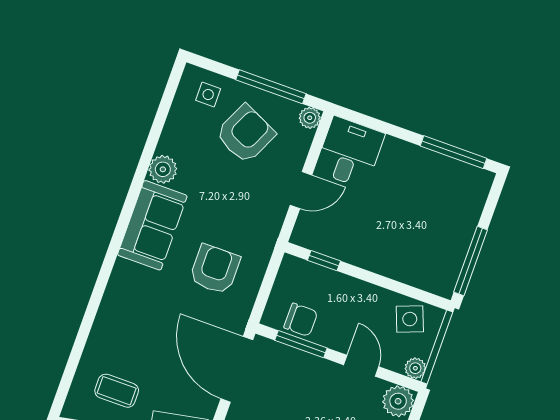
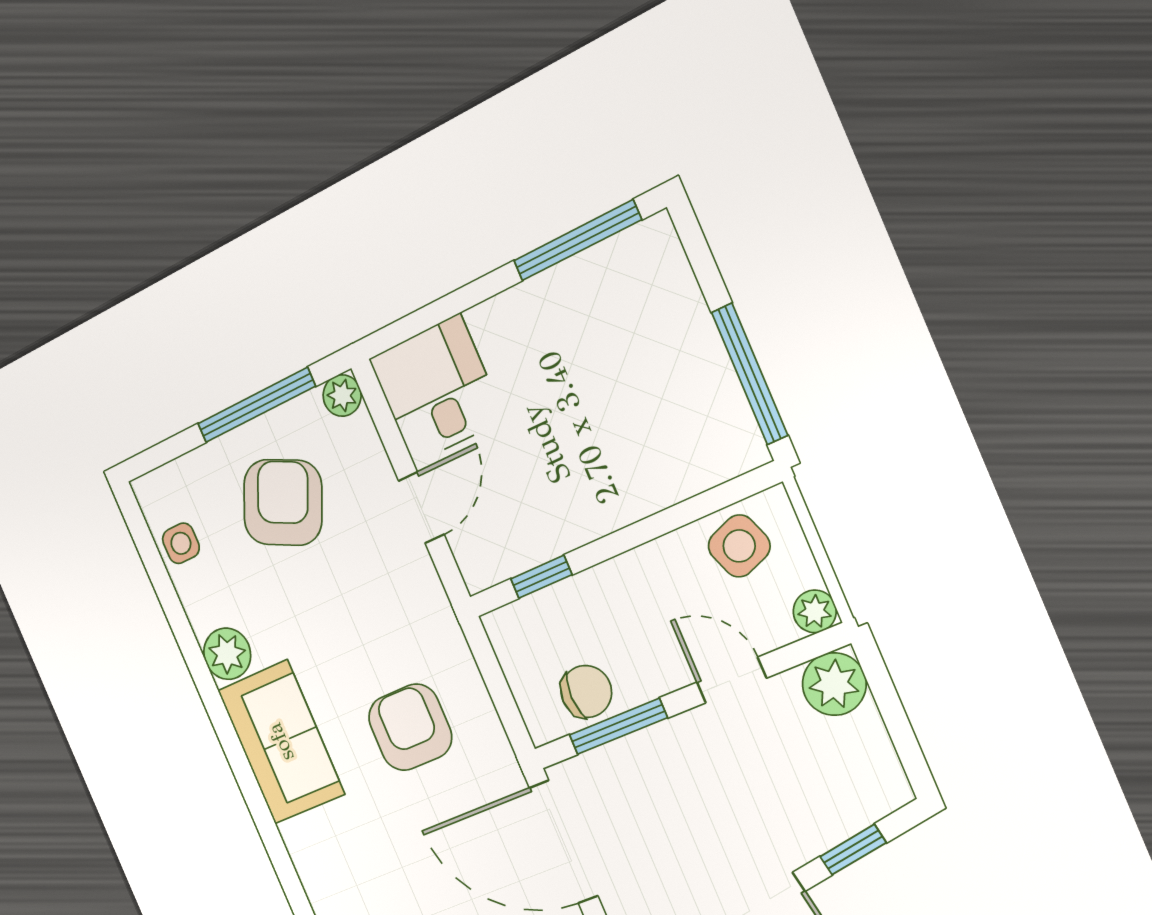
side table: (208, 95) -> (181, 543), moved

